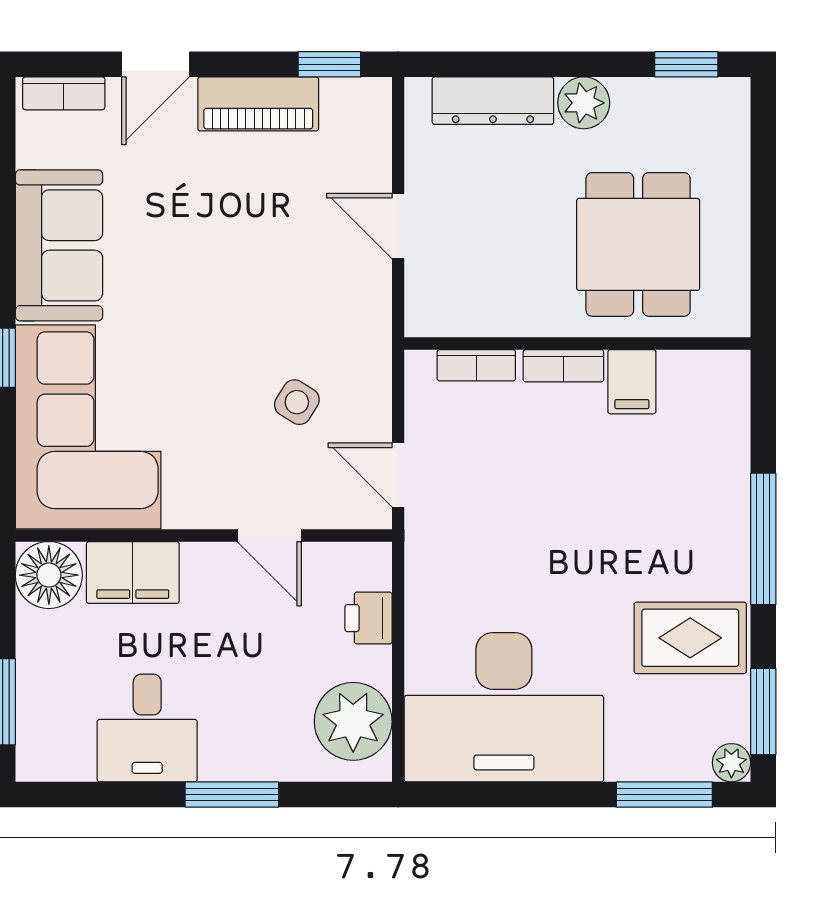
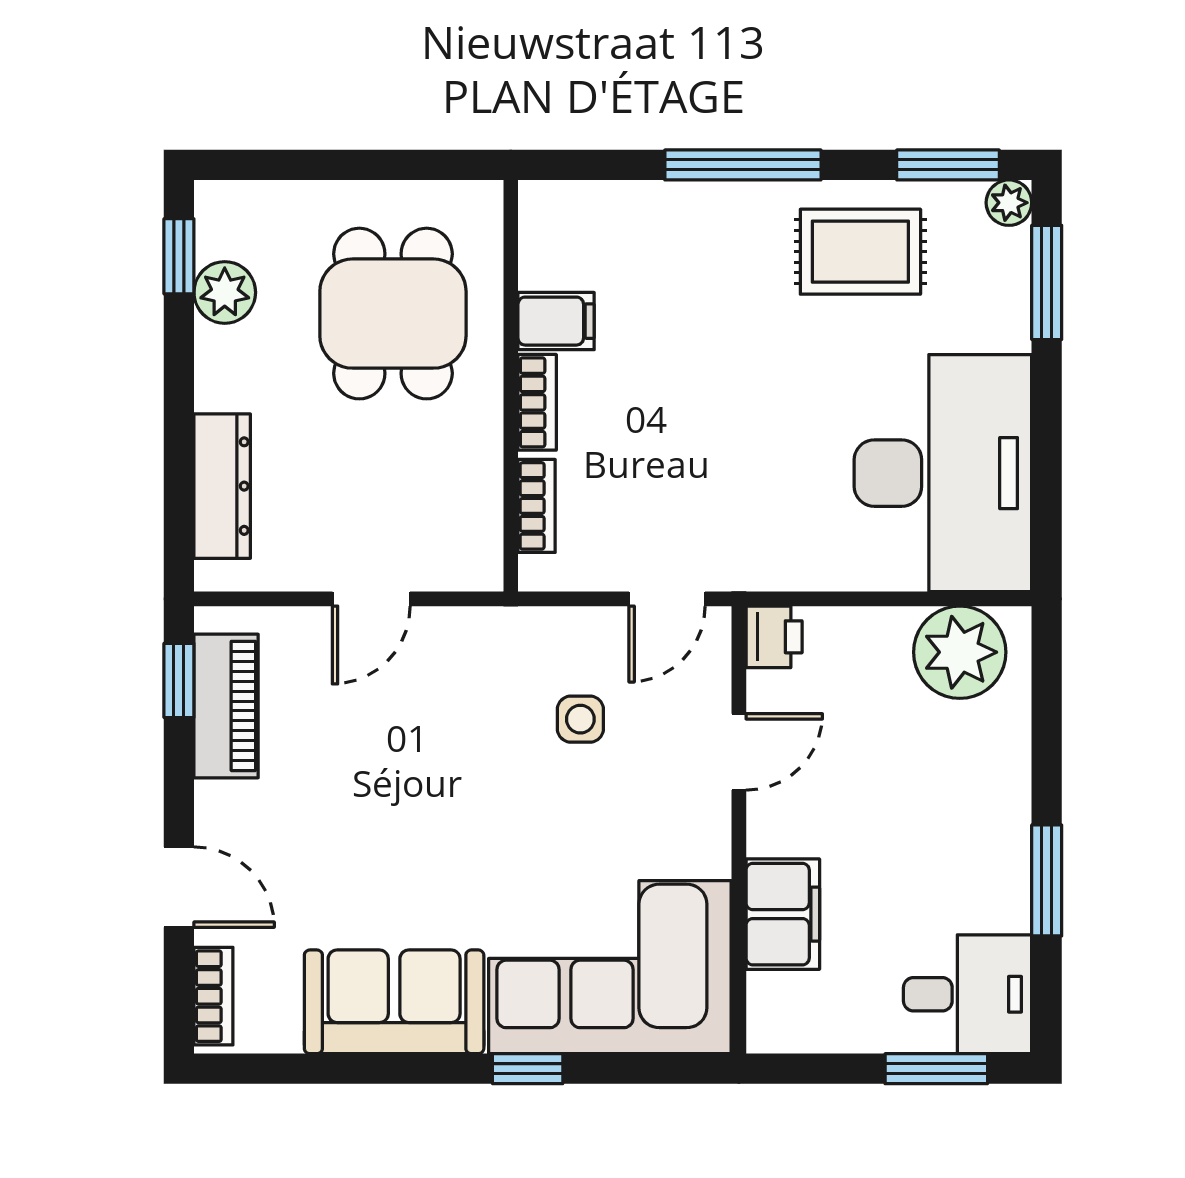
plant: (584, 103) -> (225, 292), moved
piano: (258, 104) -> (226, 706), moved
dining table: (638, 244) -> (393, 314), turned 90
side table: (297, 402) -> (580, 719), turned -32
floor lamp: (49, 575) -> (786, 1014), removed
printer: (368, 618) -> (774, 637), moved, turned -90
rug: (690, 638) -> (860, 252), turned 90
desk: (147, 728) -> (968, 994), moved
window: (232, 795) -> (1047, 880), moved

